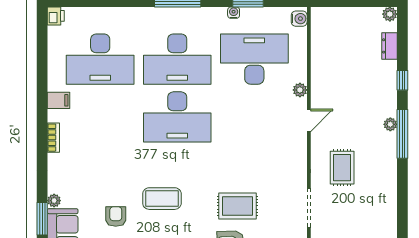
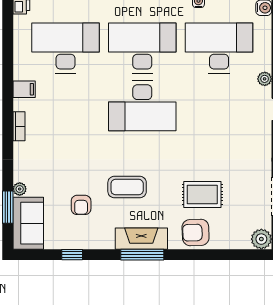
desk: (100, 59) -> (66, 48), turned 180
desk: (177, 59) -> (142, 48), turned 180
armchair: (116, 217) -> (81, 205), turned 180

